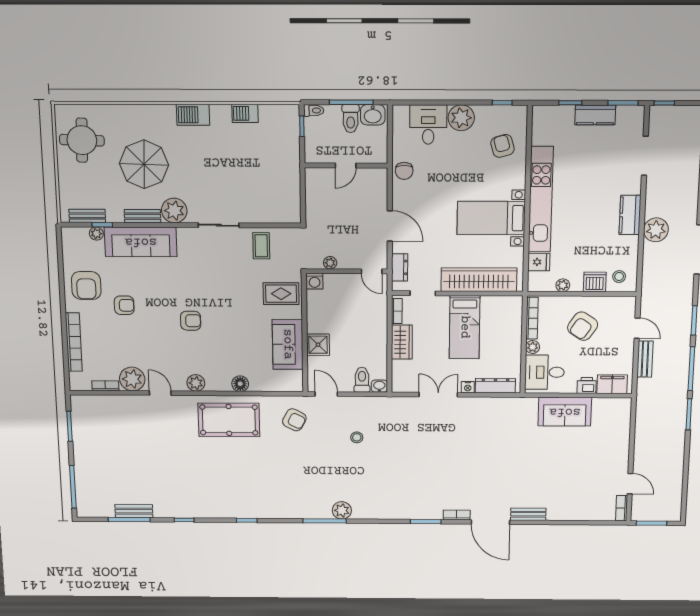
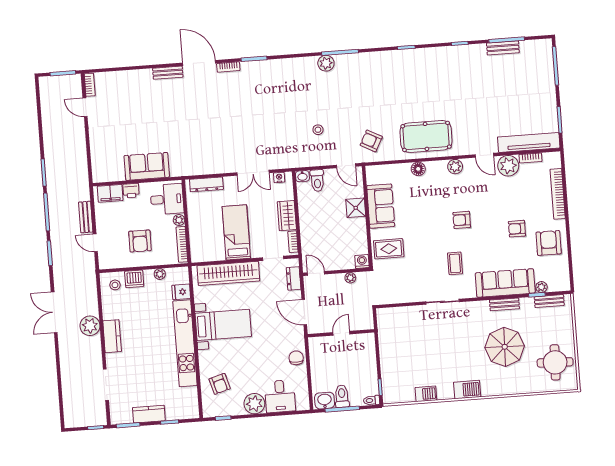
door: (346, 165) -> (341, 333), moved
wall: (346, 165) -> (341, 333), moved
plant: (174, 211) -> (479, 311), removed
coffee table: (261, 246) -> (455, 263), moved
armchair: (583, 326) -> (140, 241), turned 146
nightstand: (468, 387) -> (279, 177), moved
tv unit: (107, 404) -> (529, 142), added

